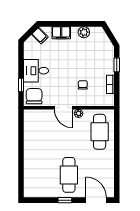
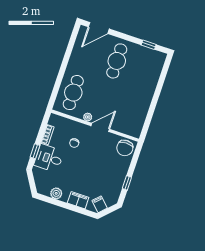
desk: (36, 71) -> (49, 158), moved, turned 180
window: (21, 85) -> (127, 183), moved
door: (63, 108) -> (100, 127), hinge flipped
window: (65, 200) -> (149, 45), moved
door: (96, 200) -> (99, 28), hinge flipped

